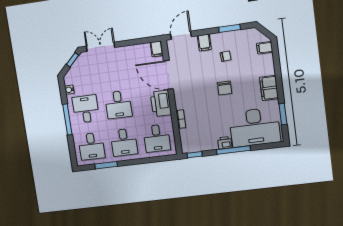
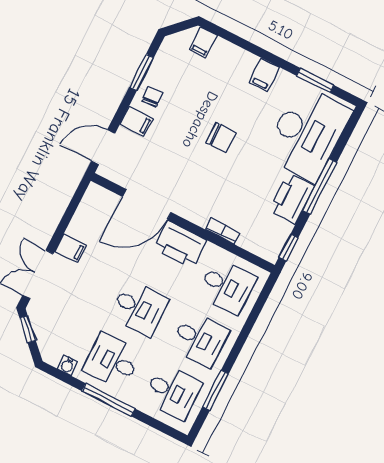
door: (181, 35) -> (103, 147), hinge flipped
filing cabinet: (157, 49) -> (71, 248), moved
chair: (226, 56) -> (153, 97), moved
filing cabinet: (269, 88) -> (264, 75), width x0.50
printer: (225, 143) -> (292, 198), width x1.87, depth x1.48

